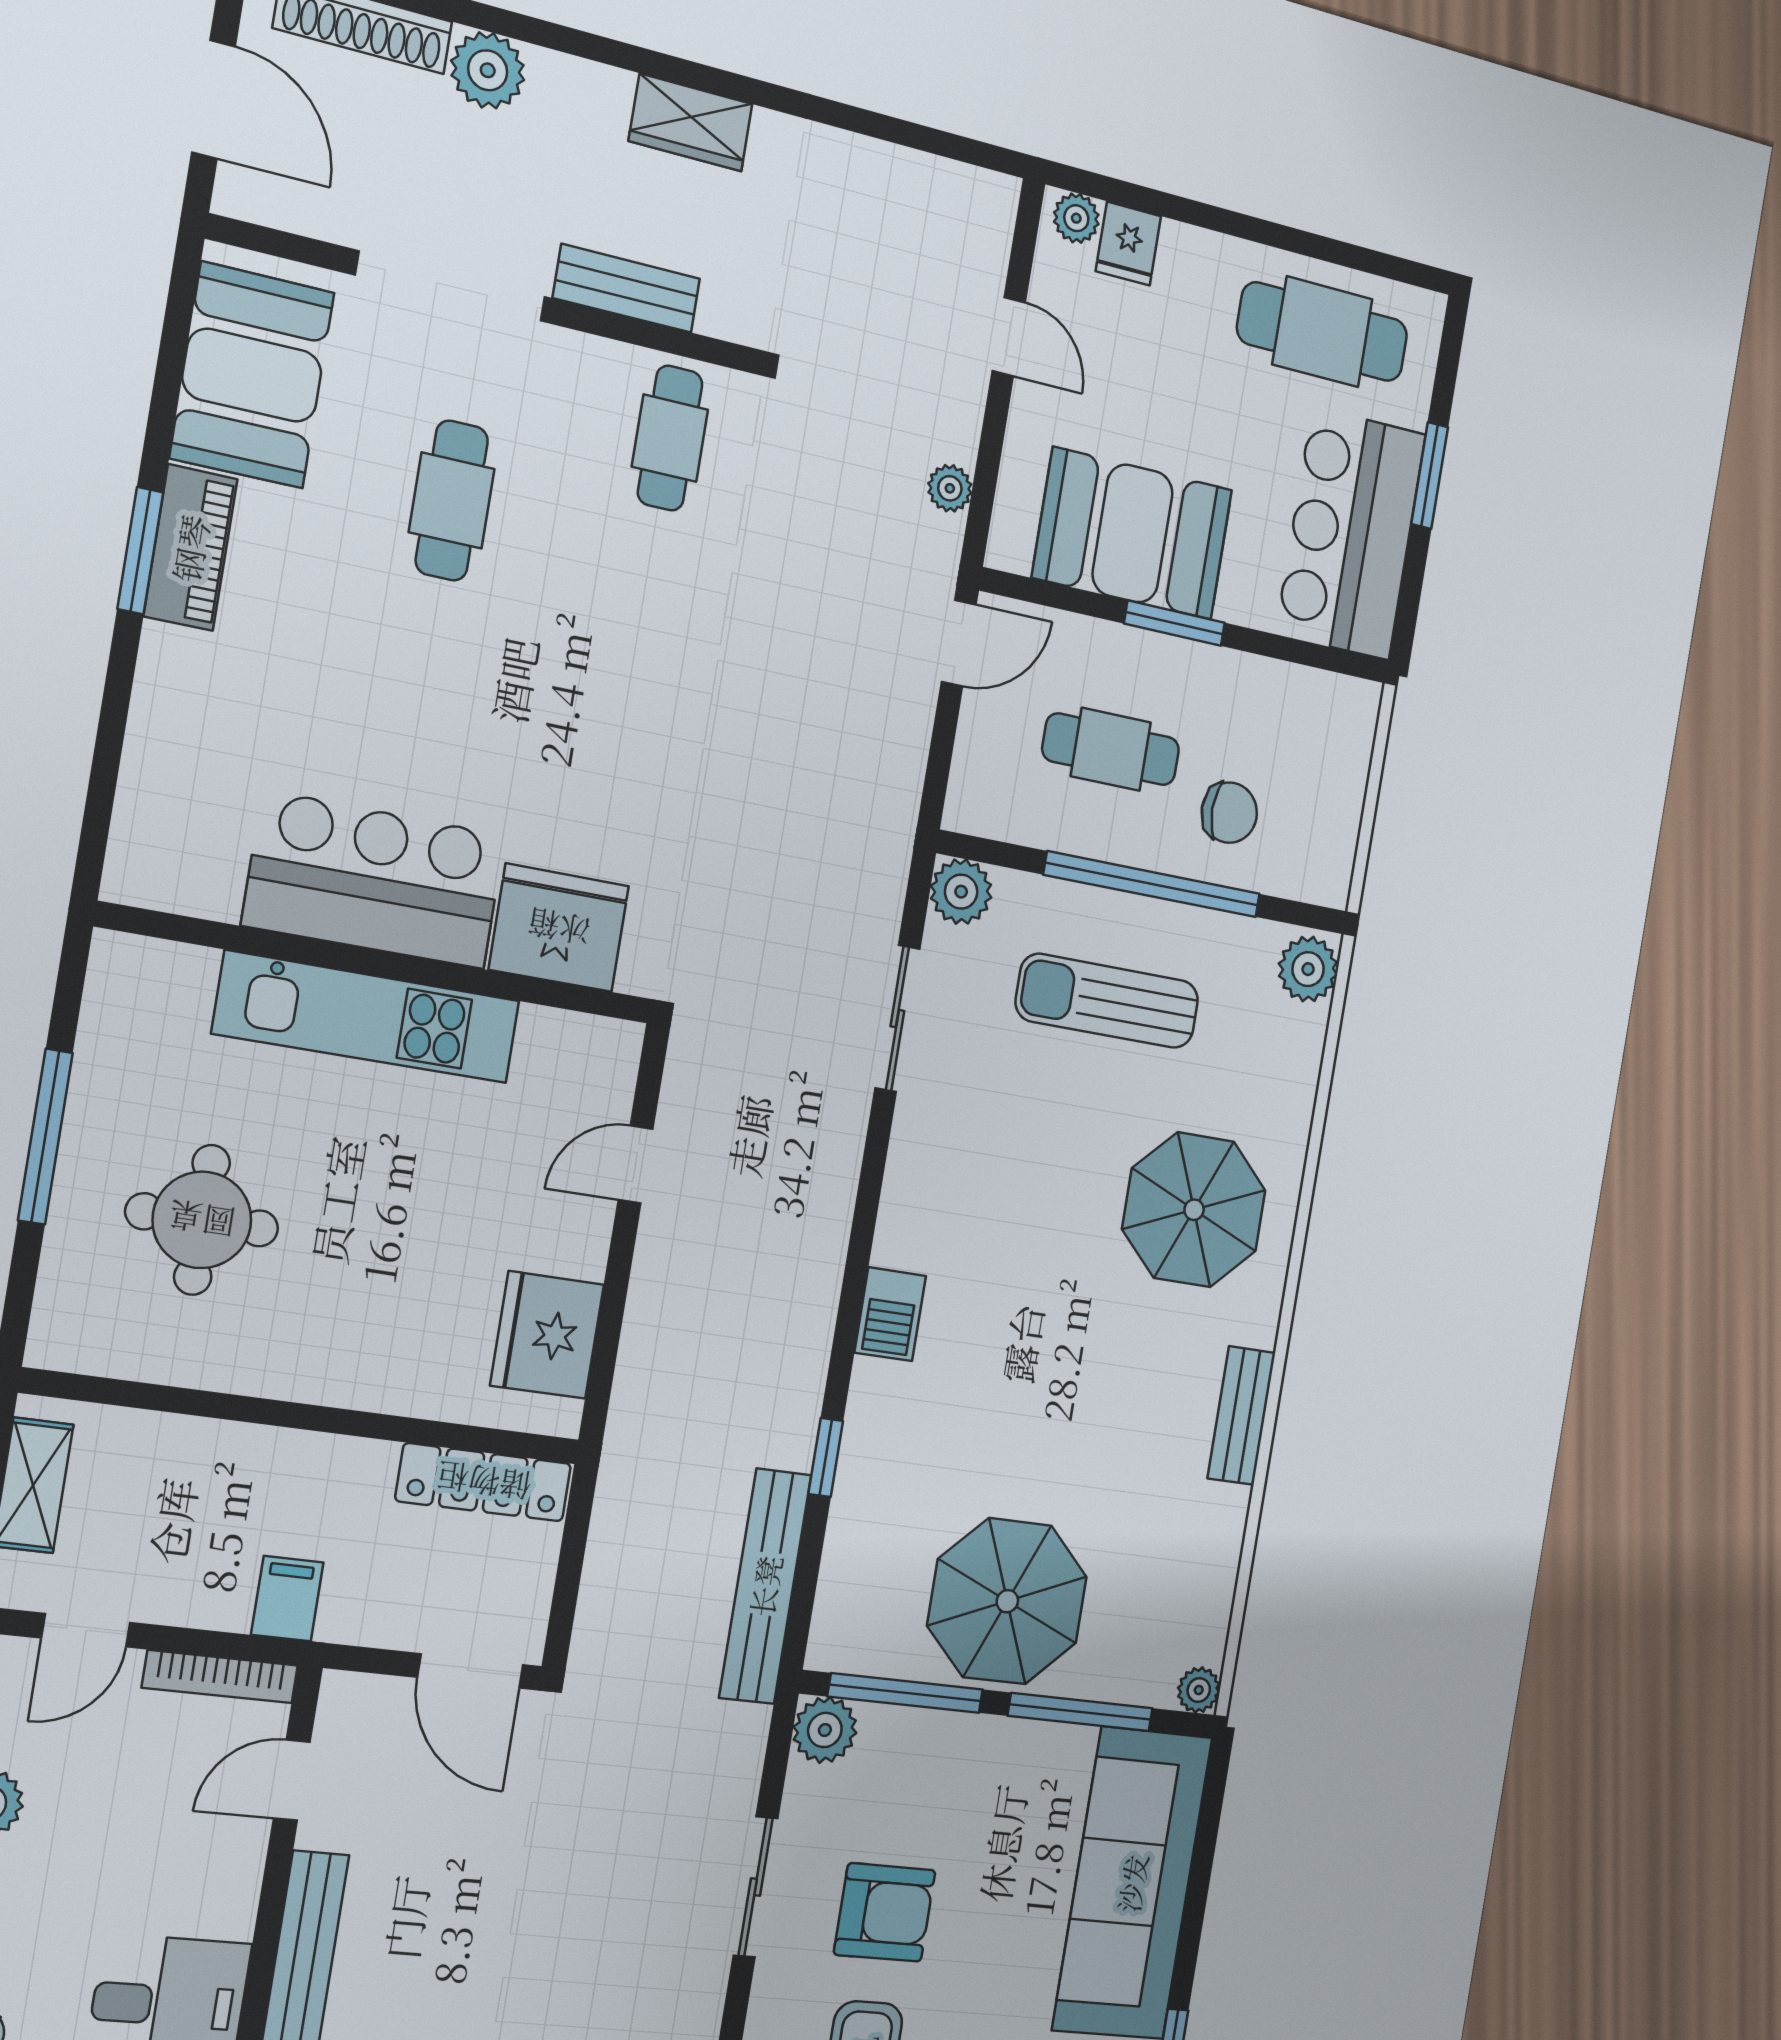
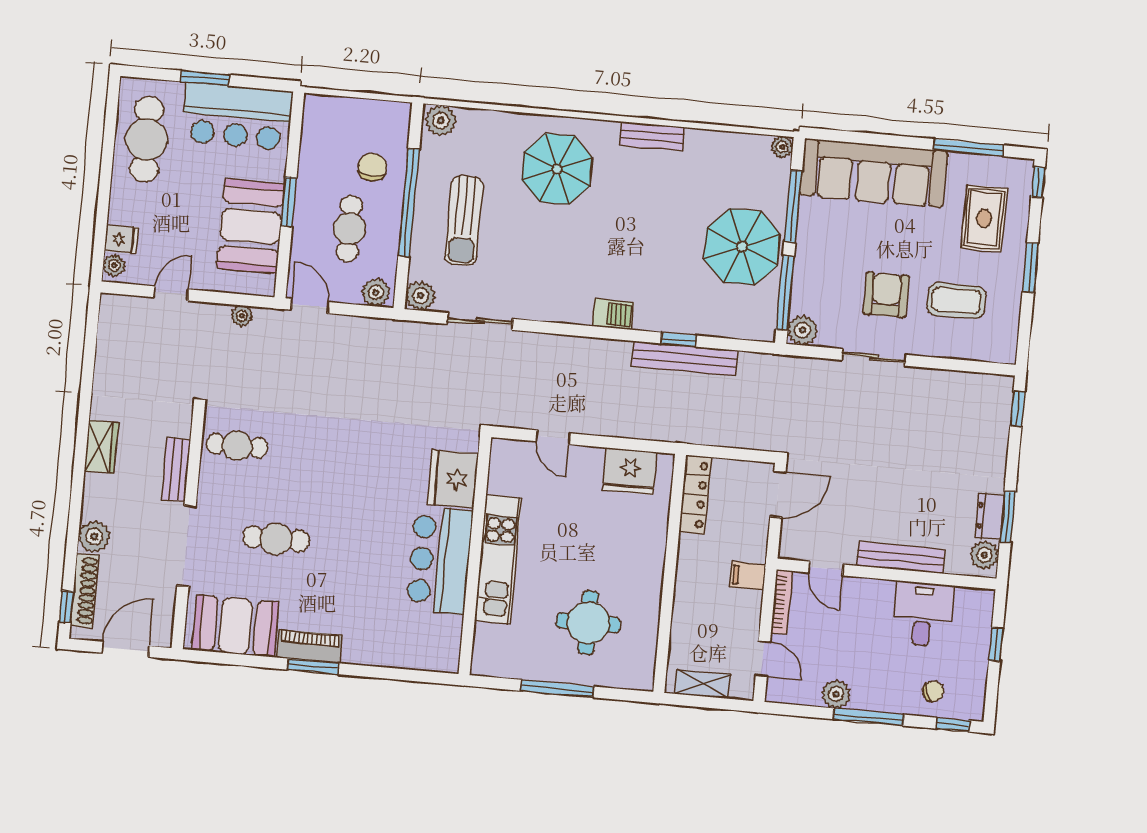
plant: (976, 793) -> (376, 292), added
bench: (765, 1586) -> (685, 359), moved

